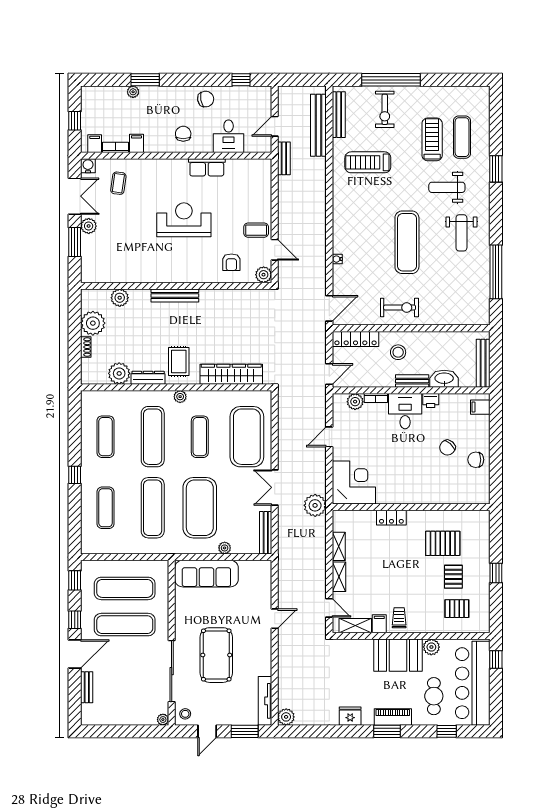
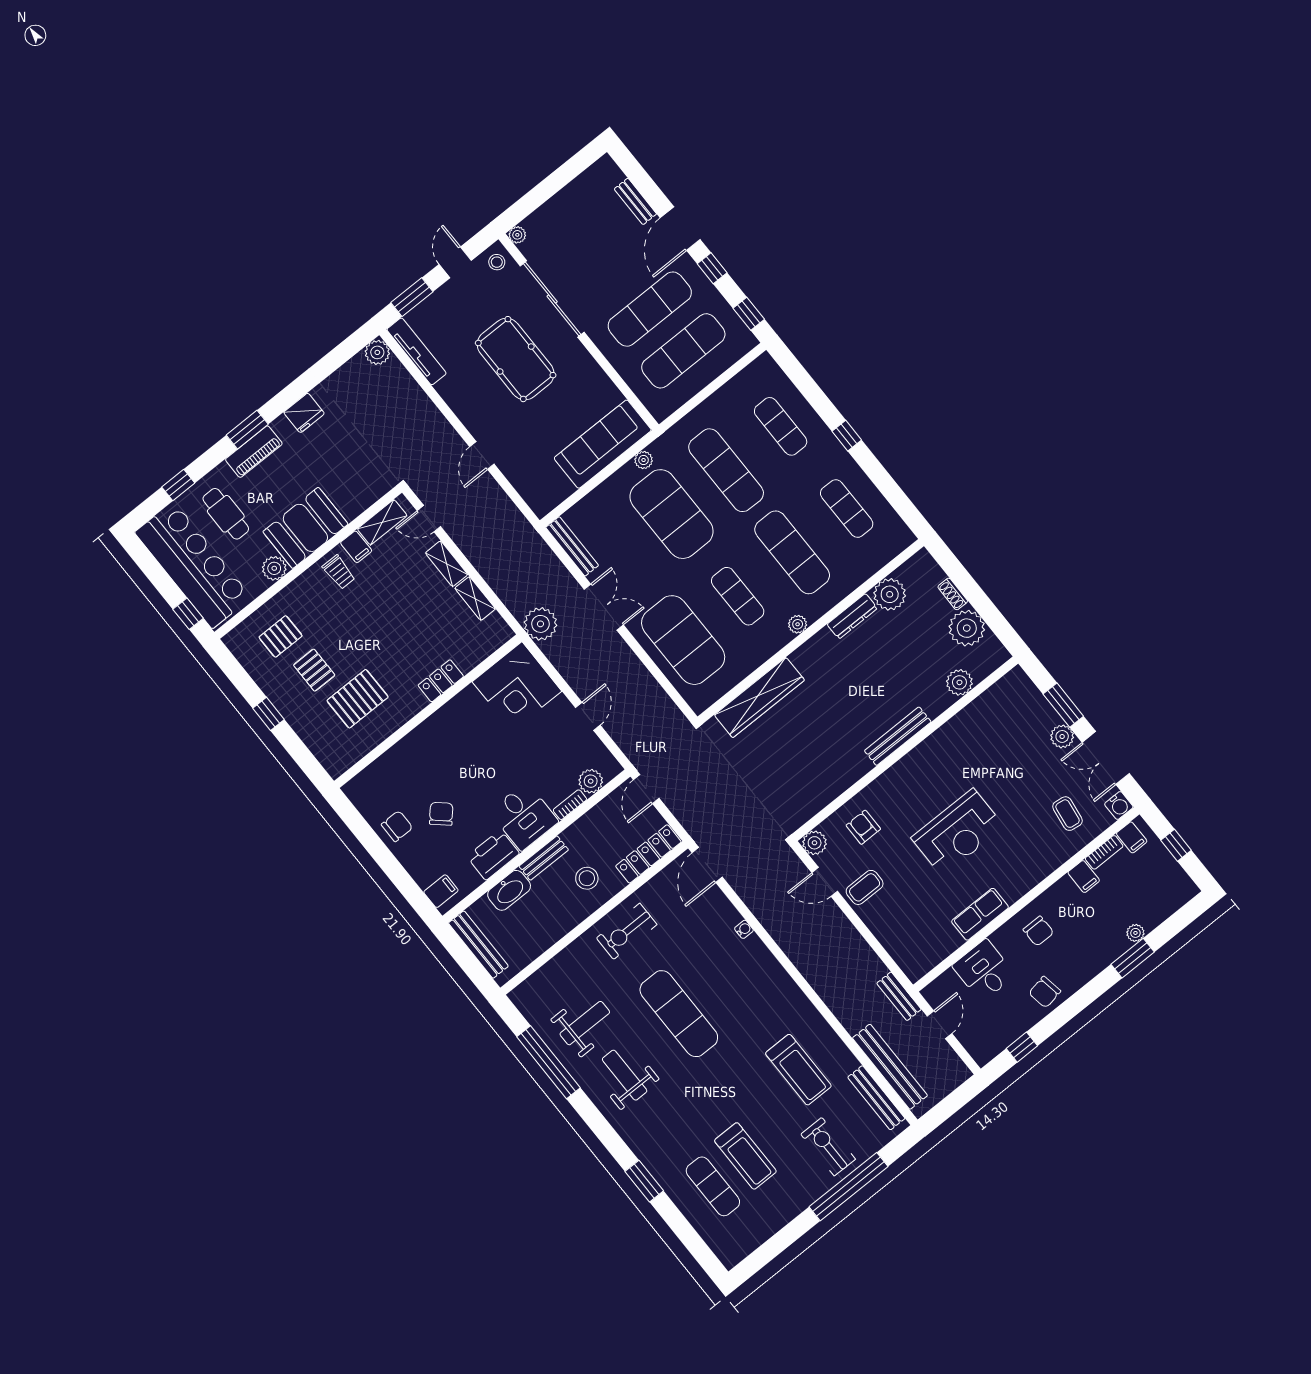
treadmill: (368, 162) -> (798, 1070), turned 90
weight bench: (447, 187) -> (585, 1023), moved
rug: (179, 361) -> (832, 664), removed
printer: (431, 401) -> (493, 855), width x1.87, depth x1.48
plant: (225, 548) -> (644, 460), moved

